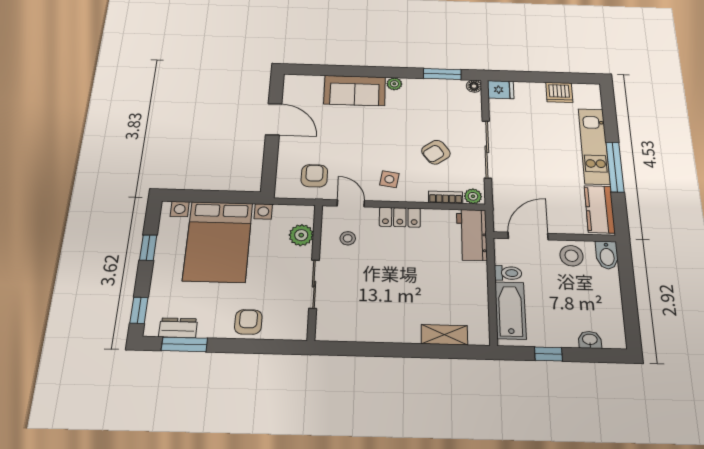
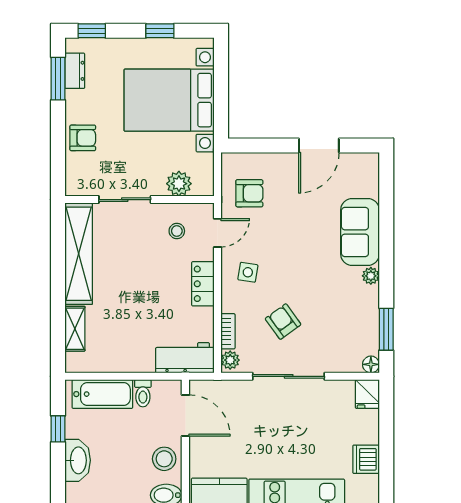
shelving: (367, 329) -> (79, 254), added
washbasin: (590, 340) -> (78, 460), width x1.91, depth x1.45

